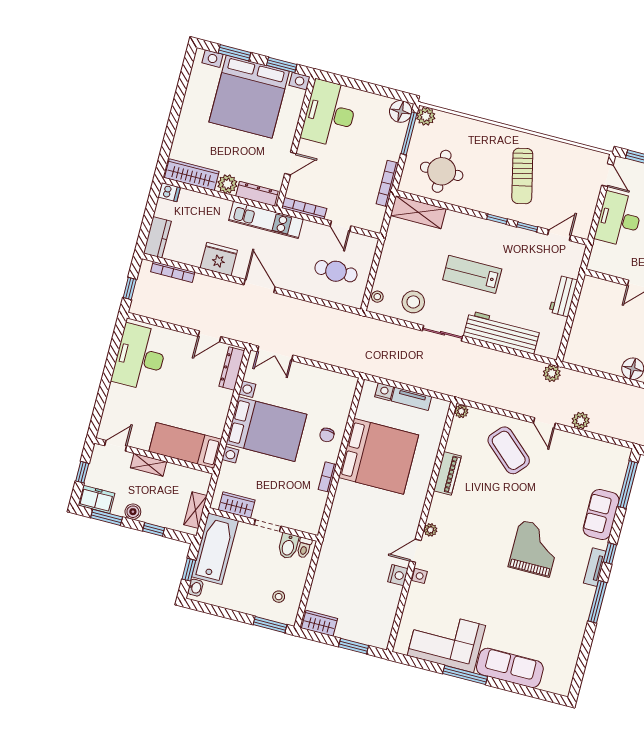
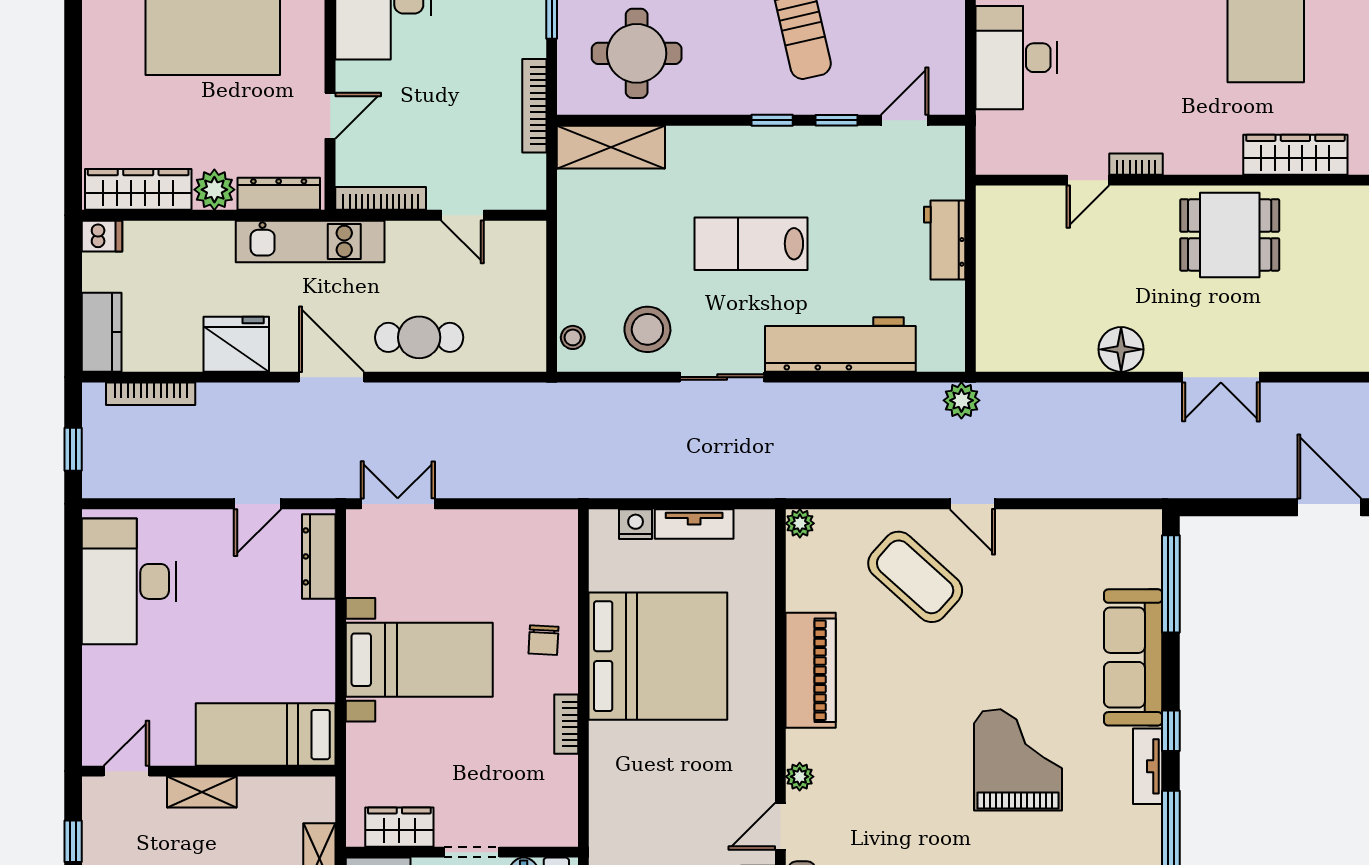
cafe table: (336, 271) -> (419, 337), moved
double door: (275, 353) -> (398, 504), swing flipped
plant: (581, 421) -> (1044, 480), removed
bed with nightstands: (266, 429) -> (419, 660), width x0.73
piano: (447, 473) -> (811, 670), width x1.37, depth x1.33
sofa: (601, 514) -> (1133, 657), width x1.36

